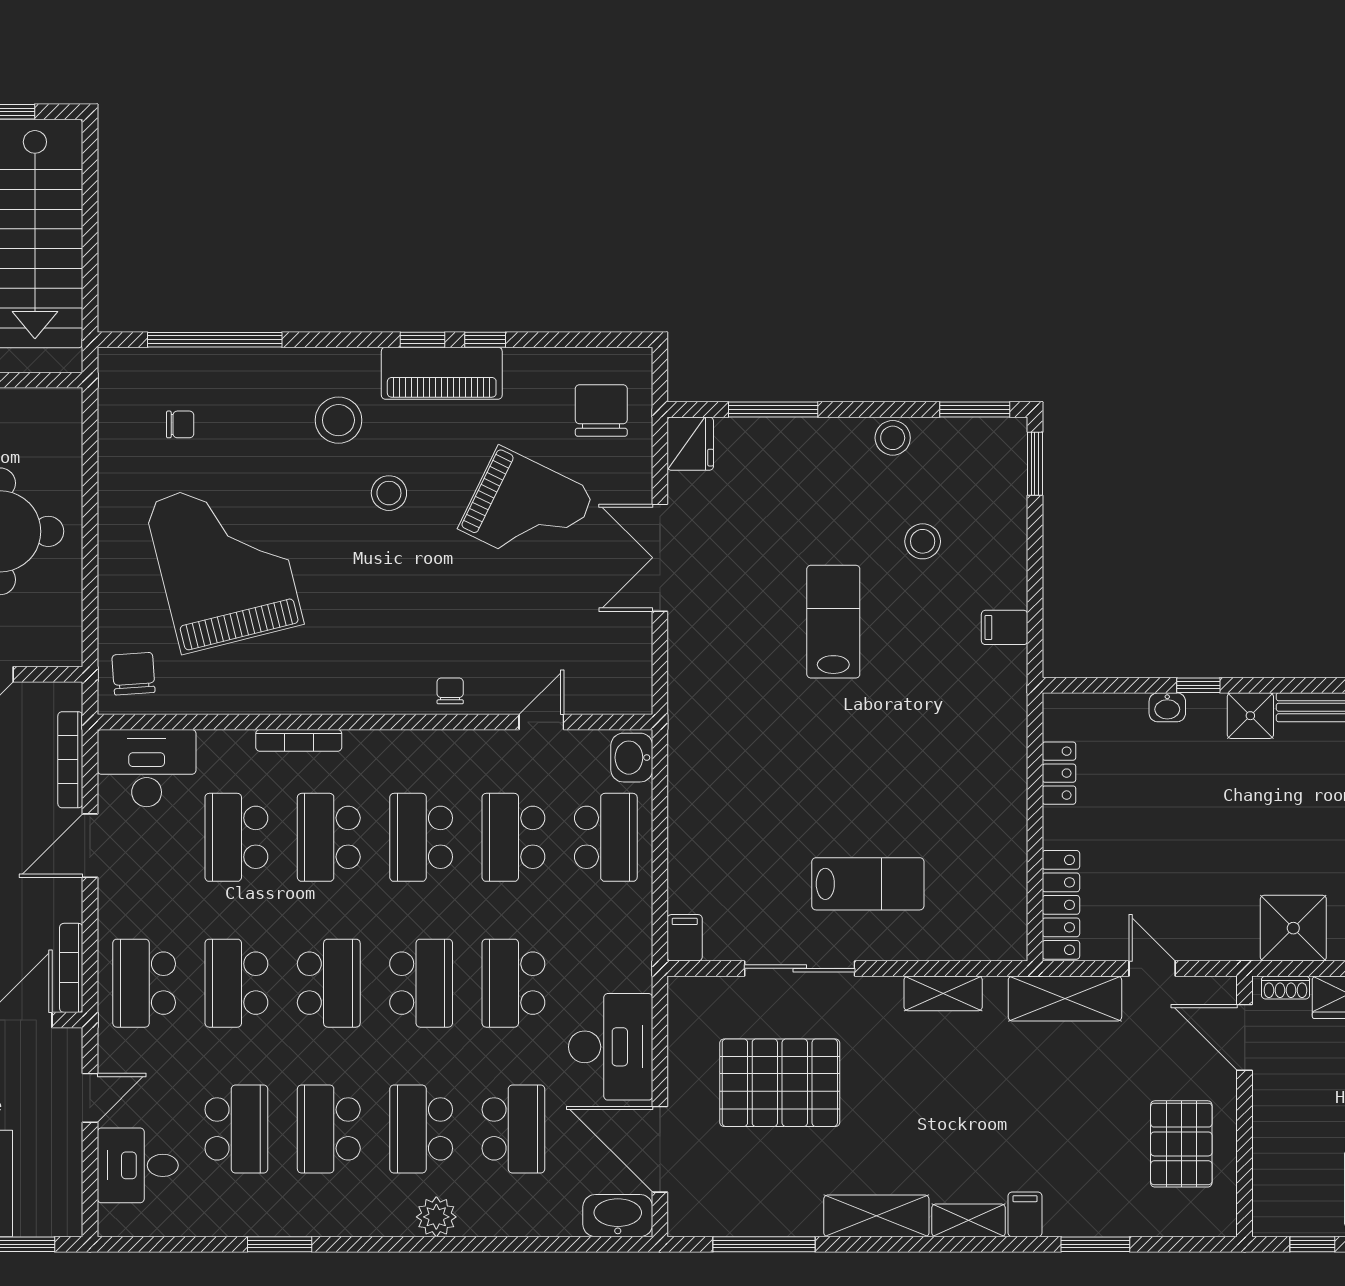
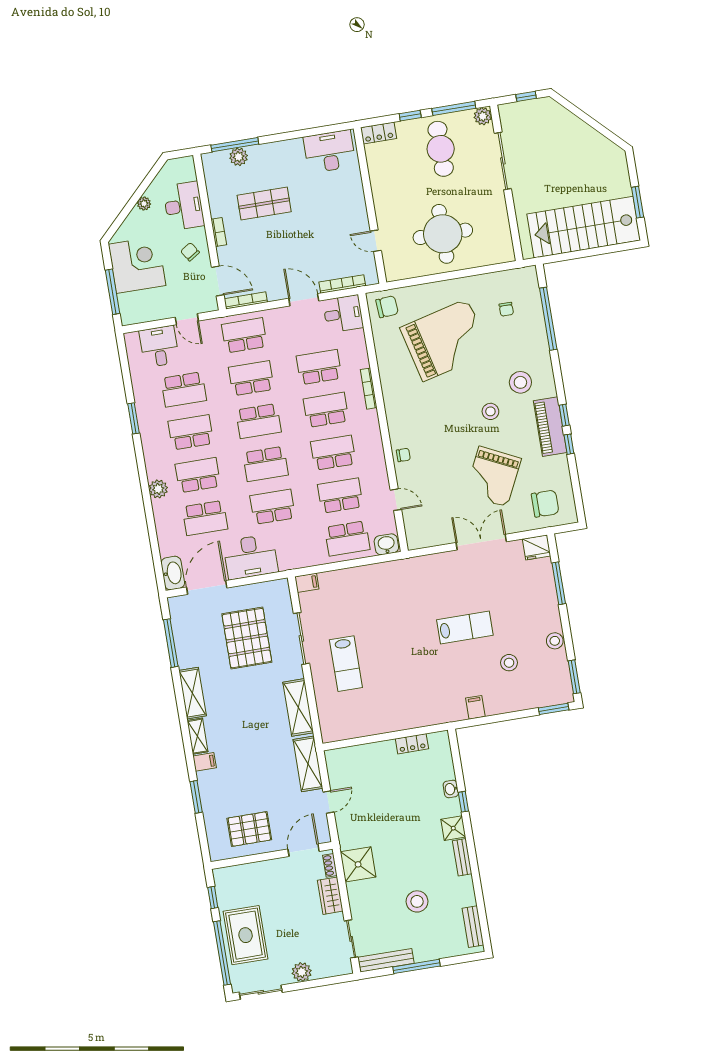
desk: (147, 768) -> (343, 314), width x0.73
locker: (1061, 905) -> (351, 755), removed
shelving: (943, 993) -> (298, 707), width x1.50, depth x1.33

